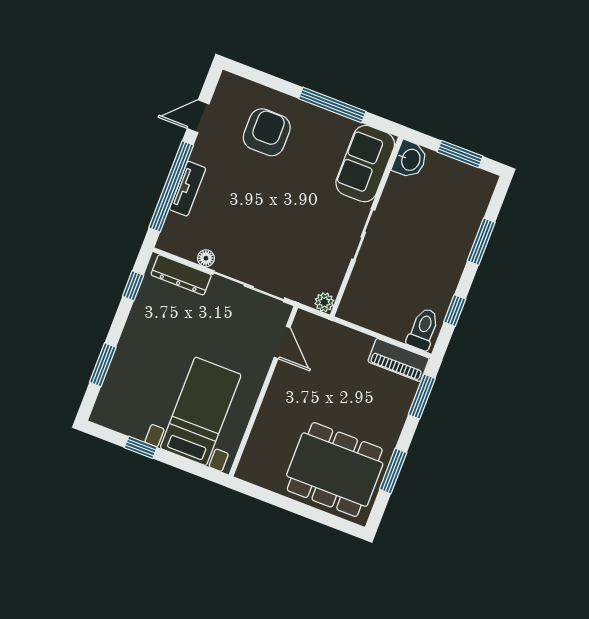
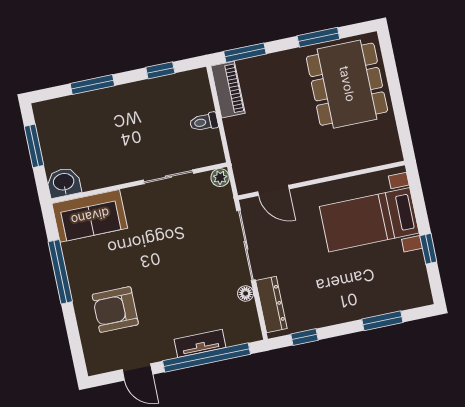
sliding door: (363, 235) -> (168, 177), moved
toilet: (423, 329) -> (204, 122), moved, width x0.73, depth x0.72
door: (282, 342) -> (273, 190), swing flipped

